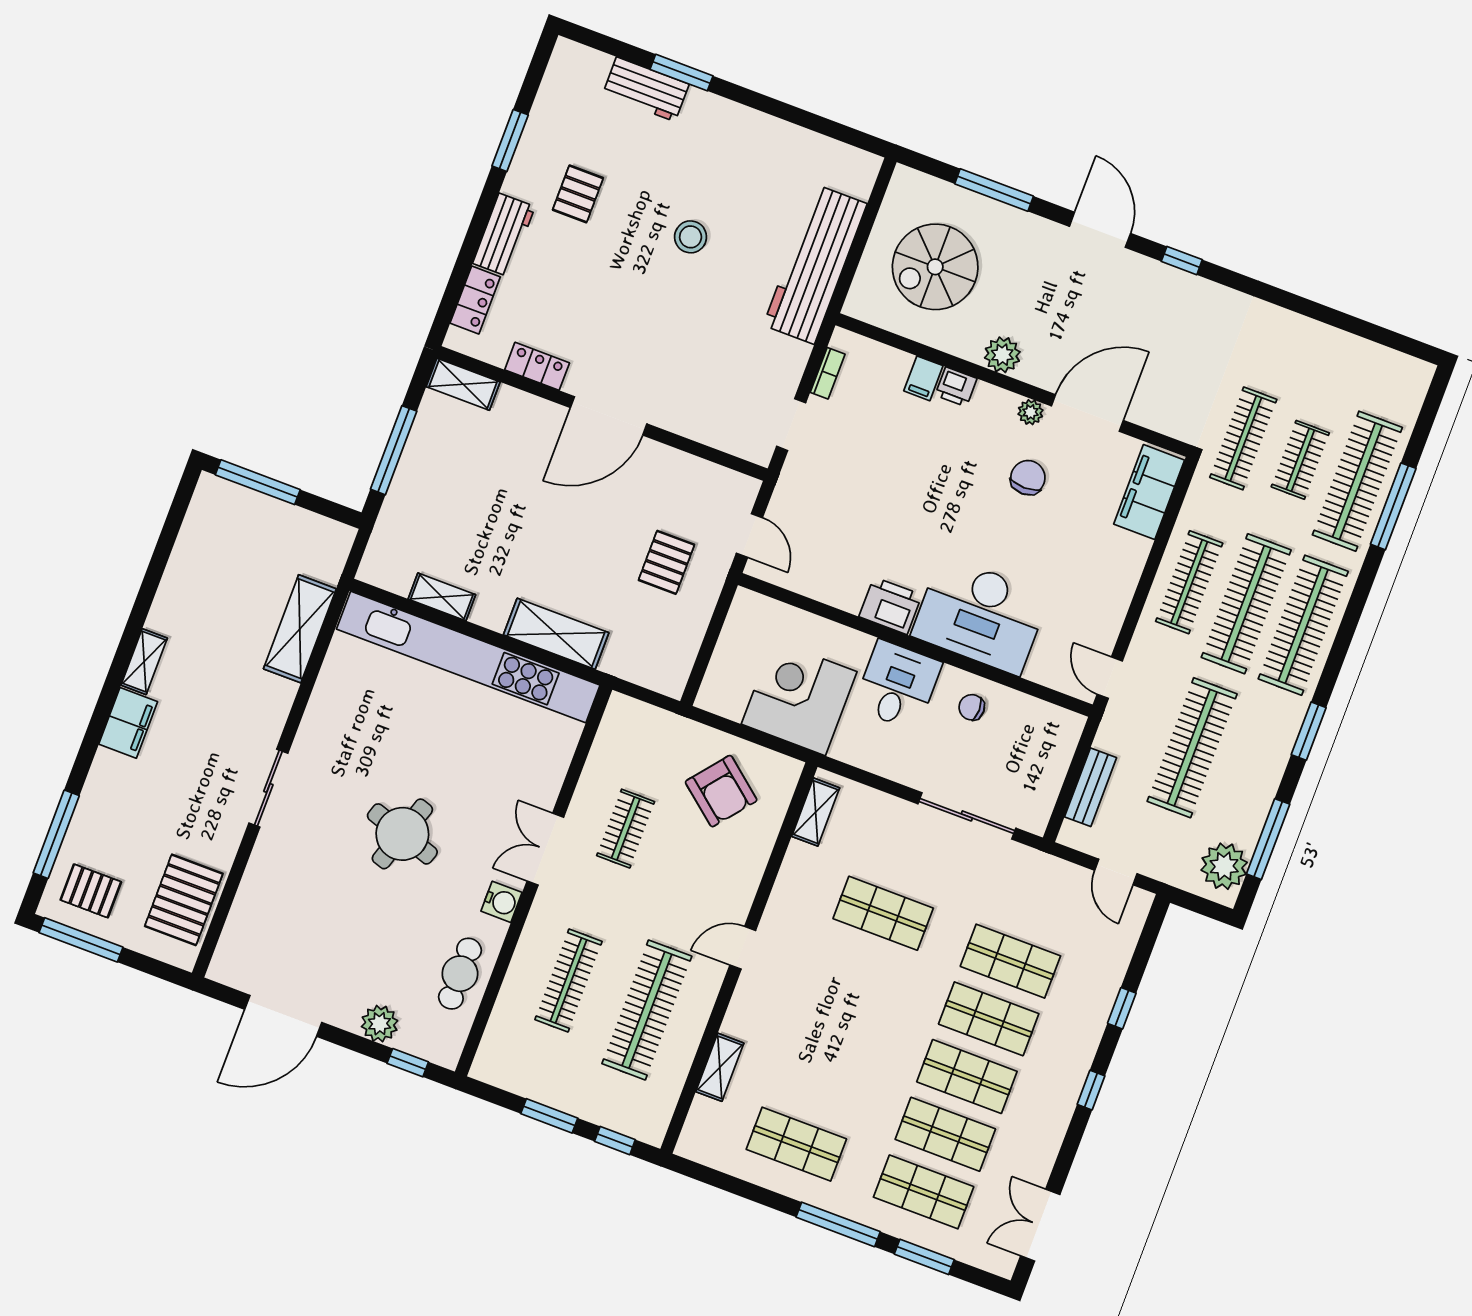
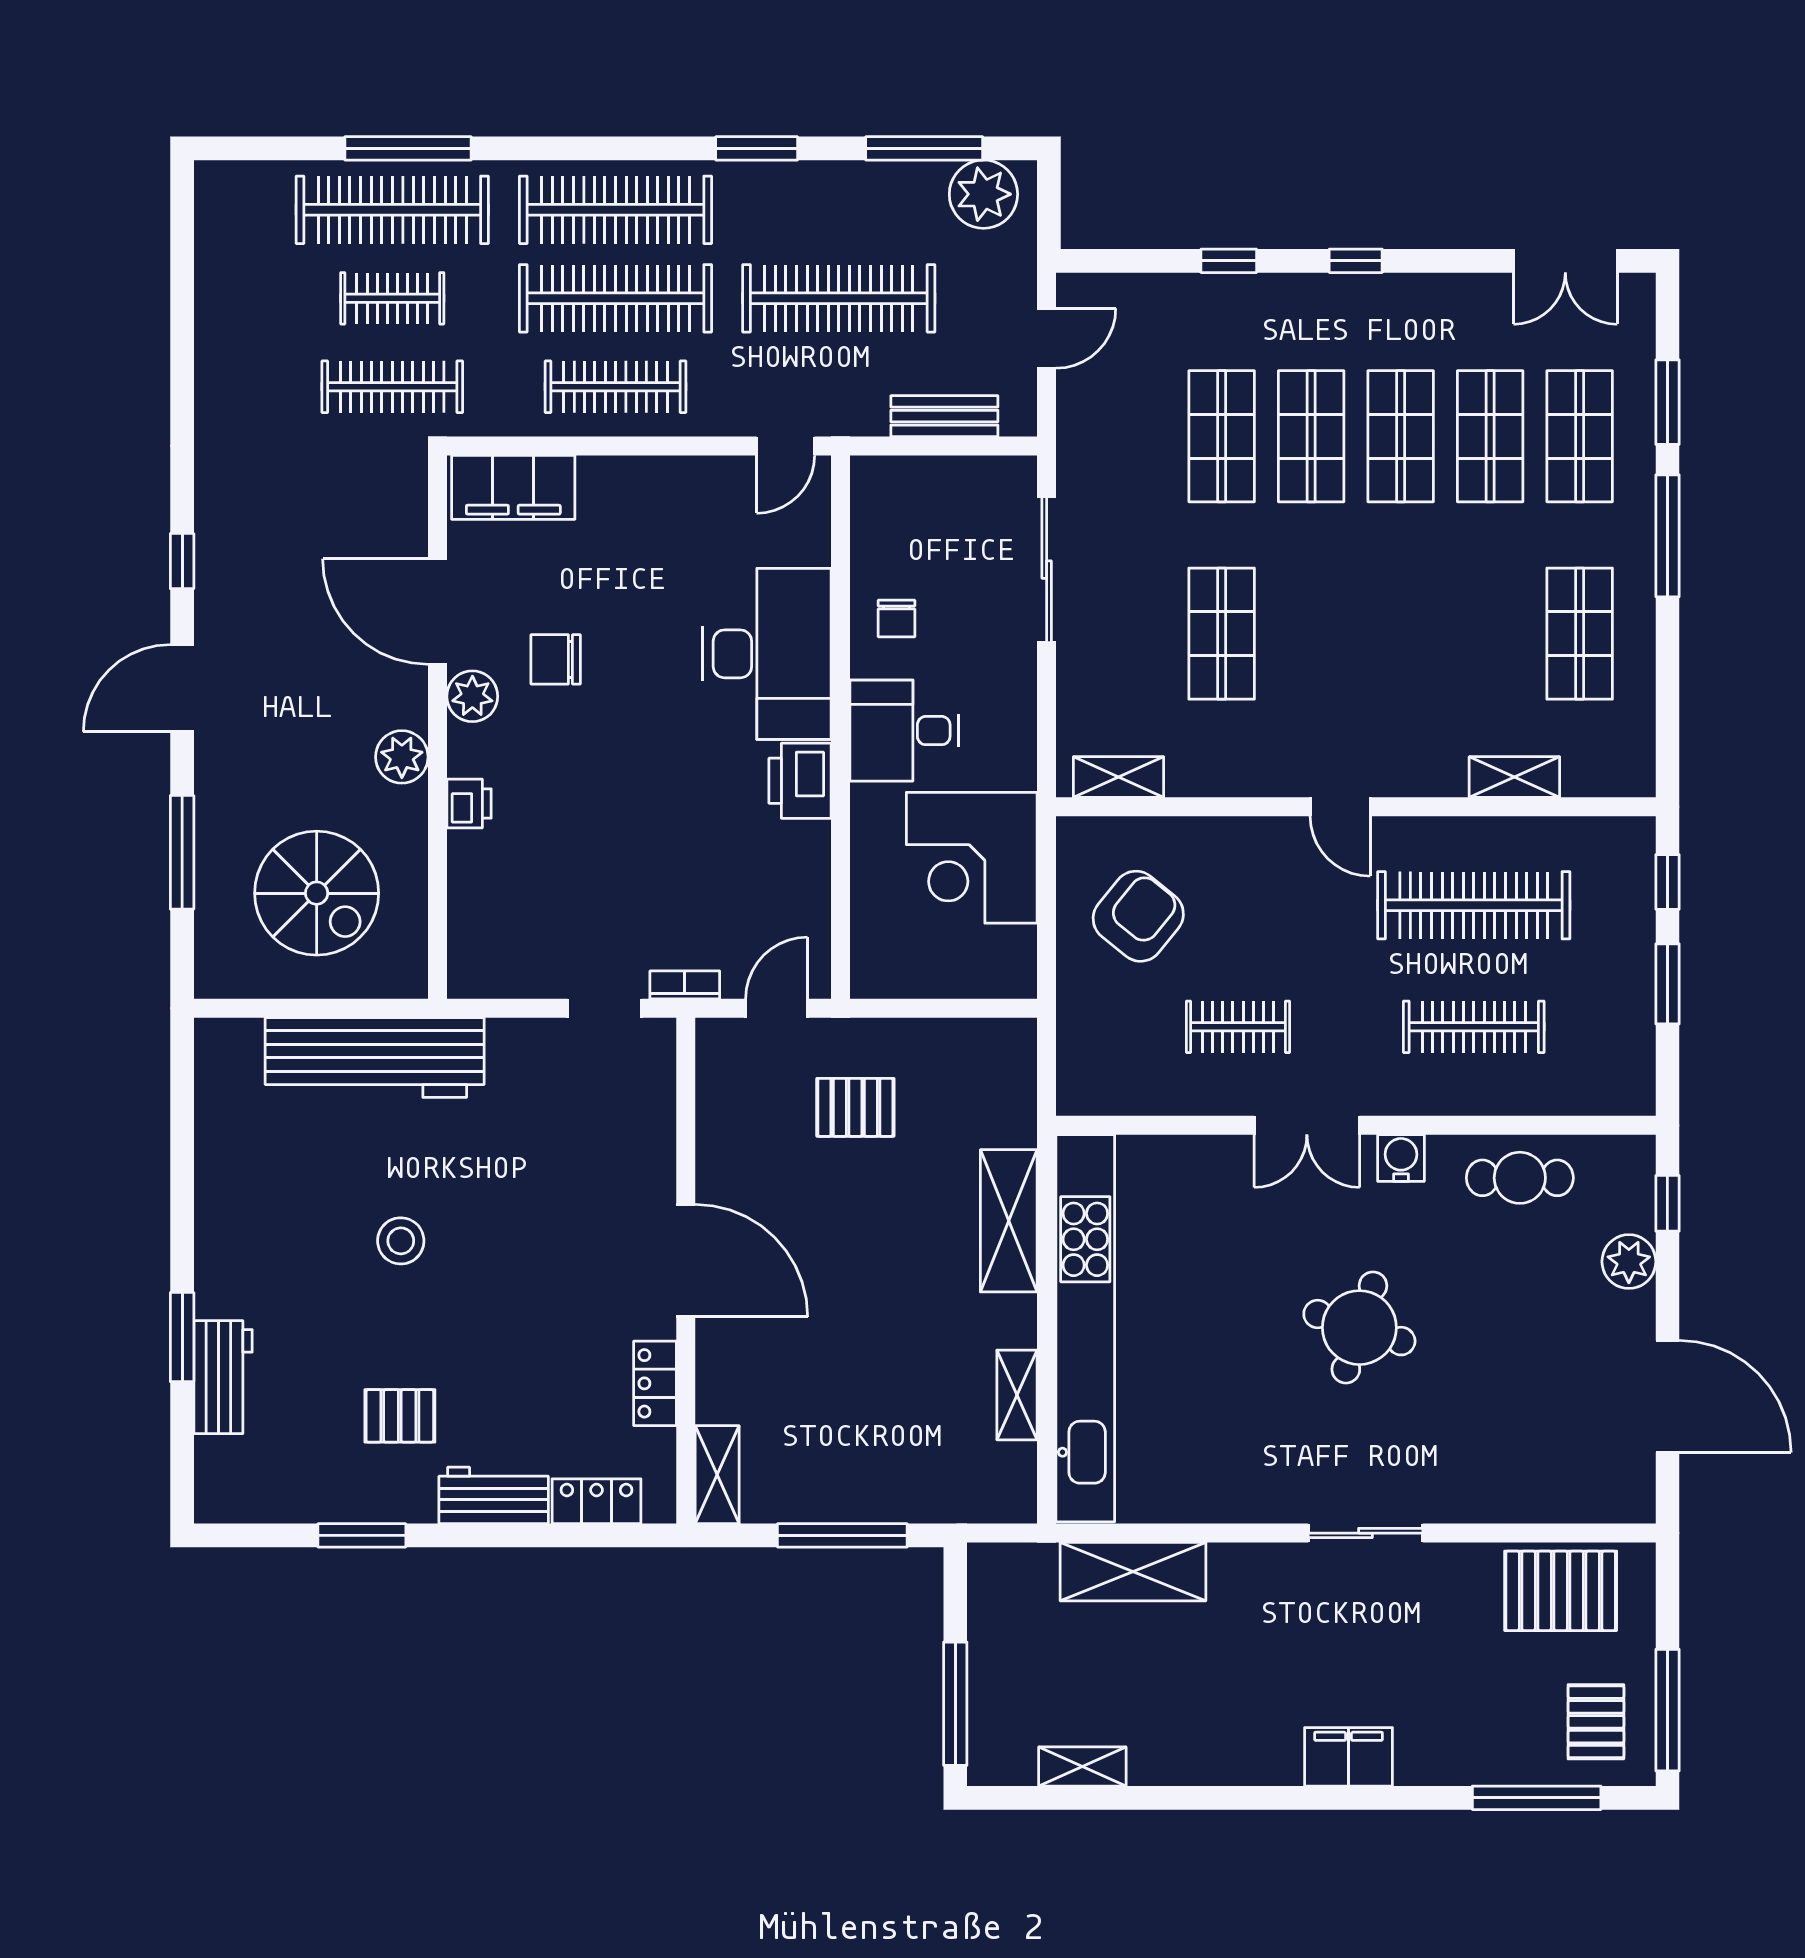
bookcase: (828, 373) -> (685, 985), moved
filing cabinet: (923, 378) -> (474, 852), removed
plant: (1030, 412) -> (472, 696), width x1.38, depth x1.38
shelving: (144, 662) -> (1082, 1766), moved

